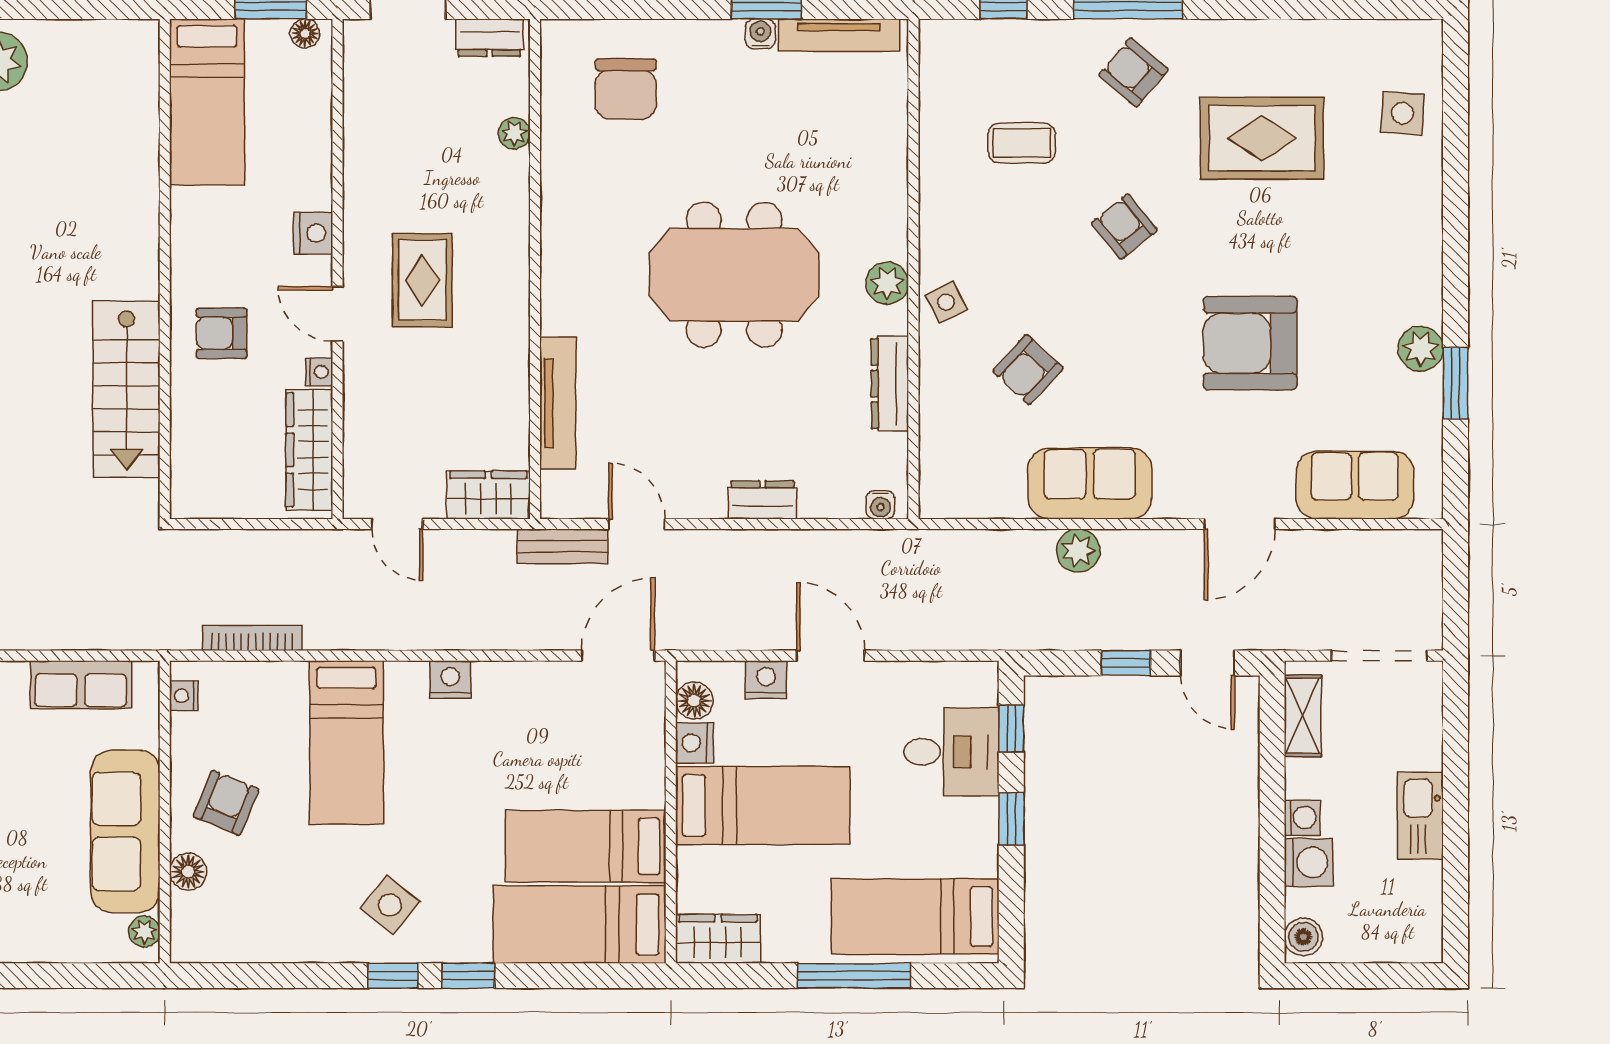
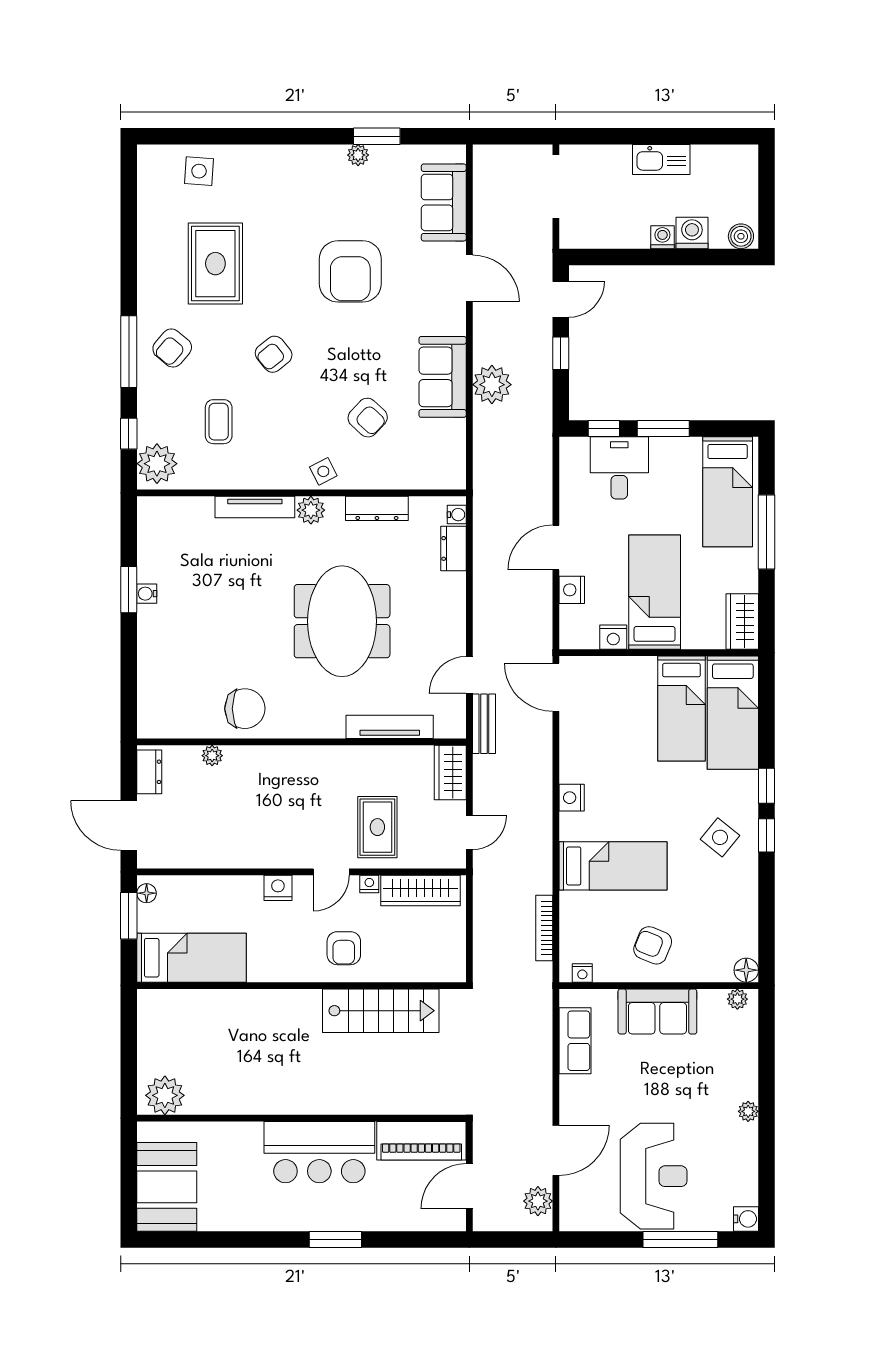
tv unit: (839, 35) -> (255, 507), moved, turned 90
plant: (958, 49) -> (157, 464), added
chair: (626, 89) -> (245, 709), moved
meeting table: (734, 275) -> (342, 621), moved
rug: (422, 280) -> (377, 827), moved, turned 90
plant: (1421, 349) -> (358, 155), width x0.73, depth x0.73
dresser: (762, 500) -> (453, 548), moved
plant: (1078, 551) -> (492, 385), width x1.36, depth x1.36
floor lamp: (694, 701) -> (586, 637), removed
shelving: (1303, 716) -> (596, 237), removed
window: (1011, 819) -> (663, 429), width x1.50
sofa: (125, 831) -> (657, 1011), width x0.73
floor lamp: (188, 872) -> (746, 970), moved

